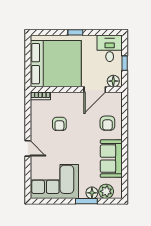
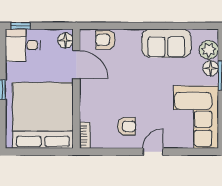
window: (125, 63) -> (21, 26), moved
armchair: (107, 123) -> (106, 40), moved, turned 180
armchair: (59, 124) -> (126, 126), moved

